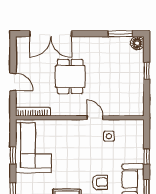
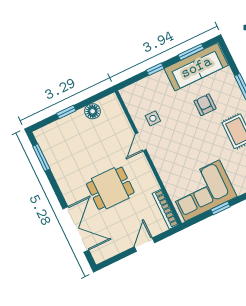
floor lamp: (137, 43) -> (93, 111), moved

